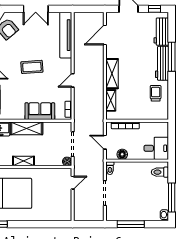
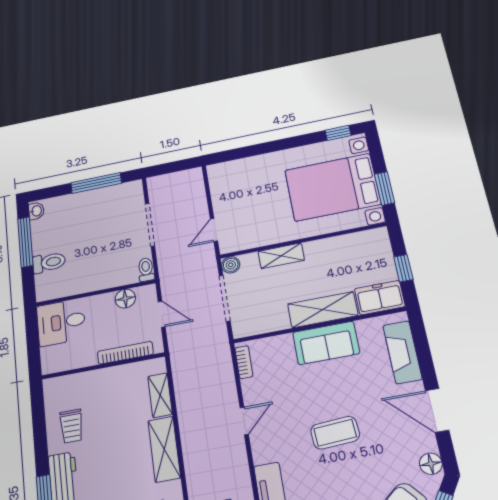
sofa: (40, 111) -> (326, 343), moved
shelving: (23, 161) -> (281, 256), moved
toilet: (160, 172) -> (49, 262), moved

